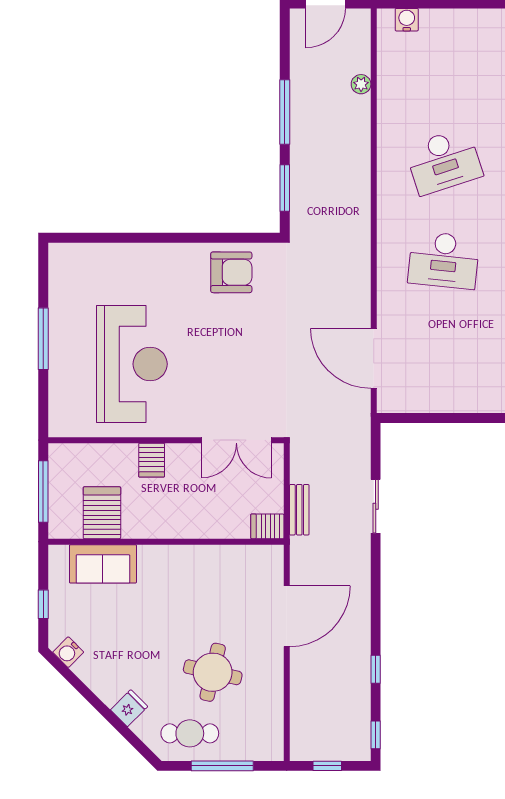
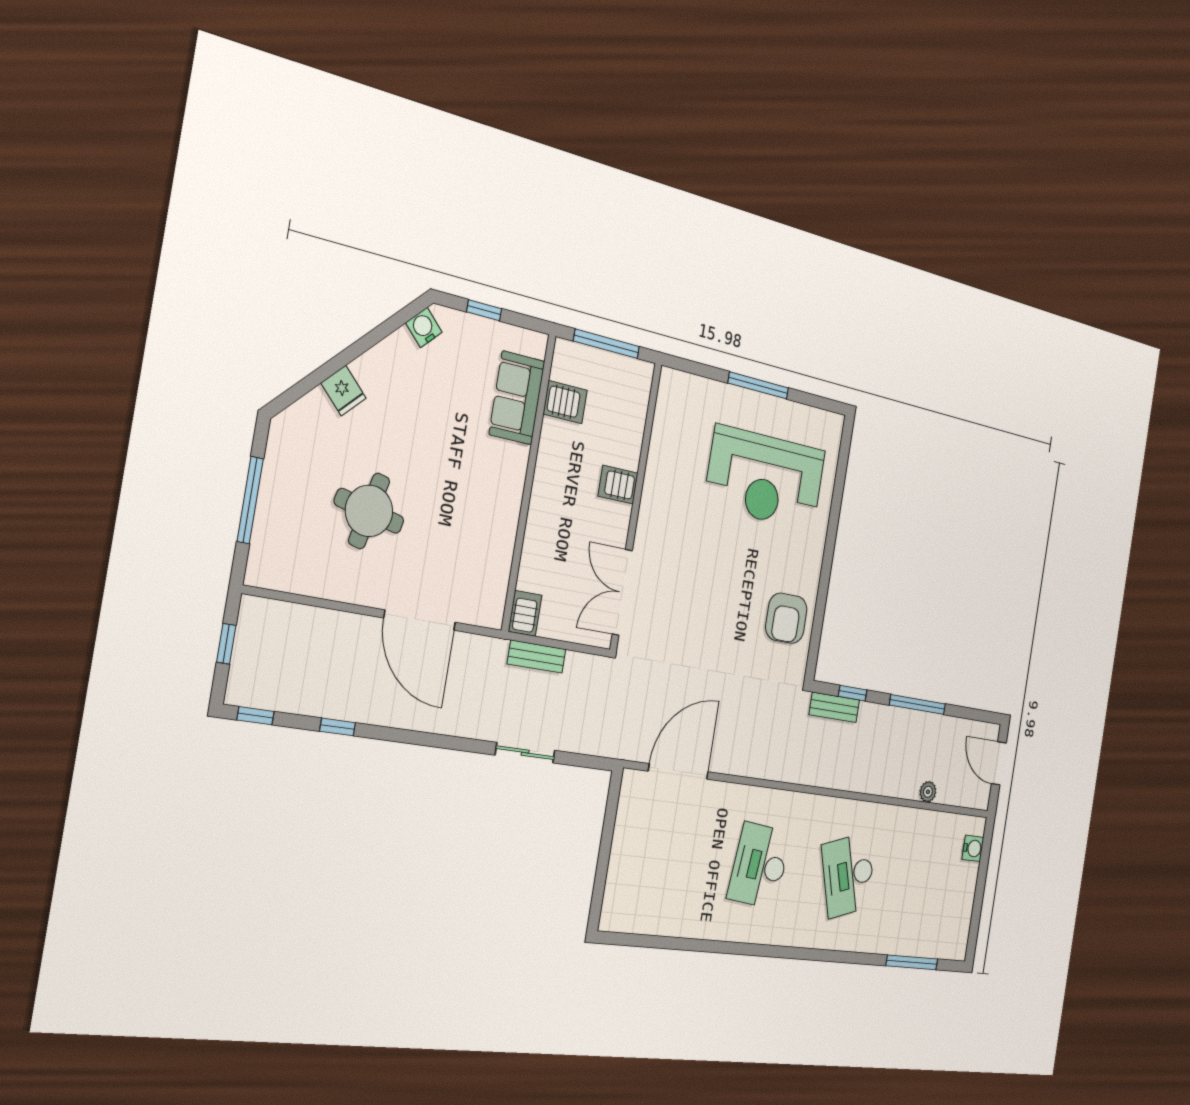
window: (285, 188) -> (853, 693), width x0.67
bench: (300, 206) -> (834, 707), added
reception desk: (132, 364) -> (765, 478), moved
server rack: (102, 513) -> (565, 402), width x0.73, depth x0.70
cafe table: (190, 733) -> (299, 465), removed

